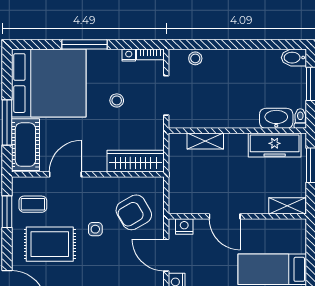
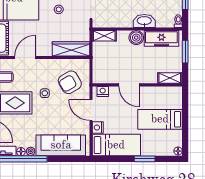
washbasin: (276, 118) -> (144, 21), moved
shelving: (205, 141) -> (104, 36), moved
boiler: (236, 144) -> (136, 38), added

